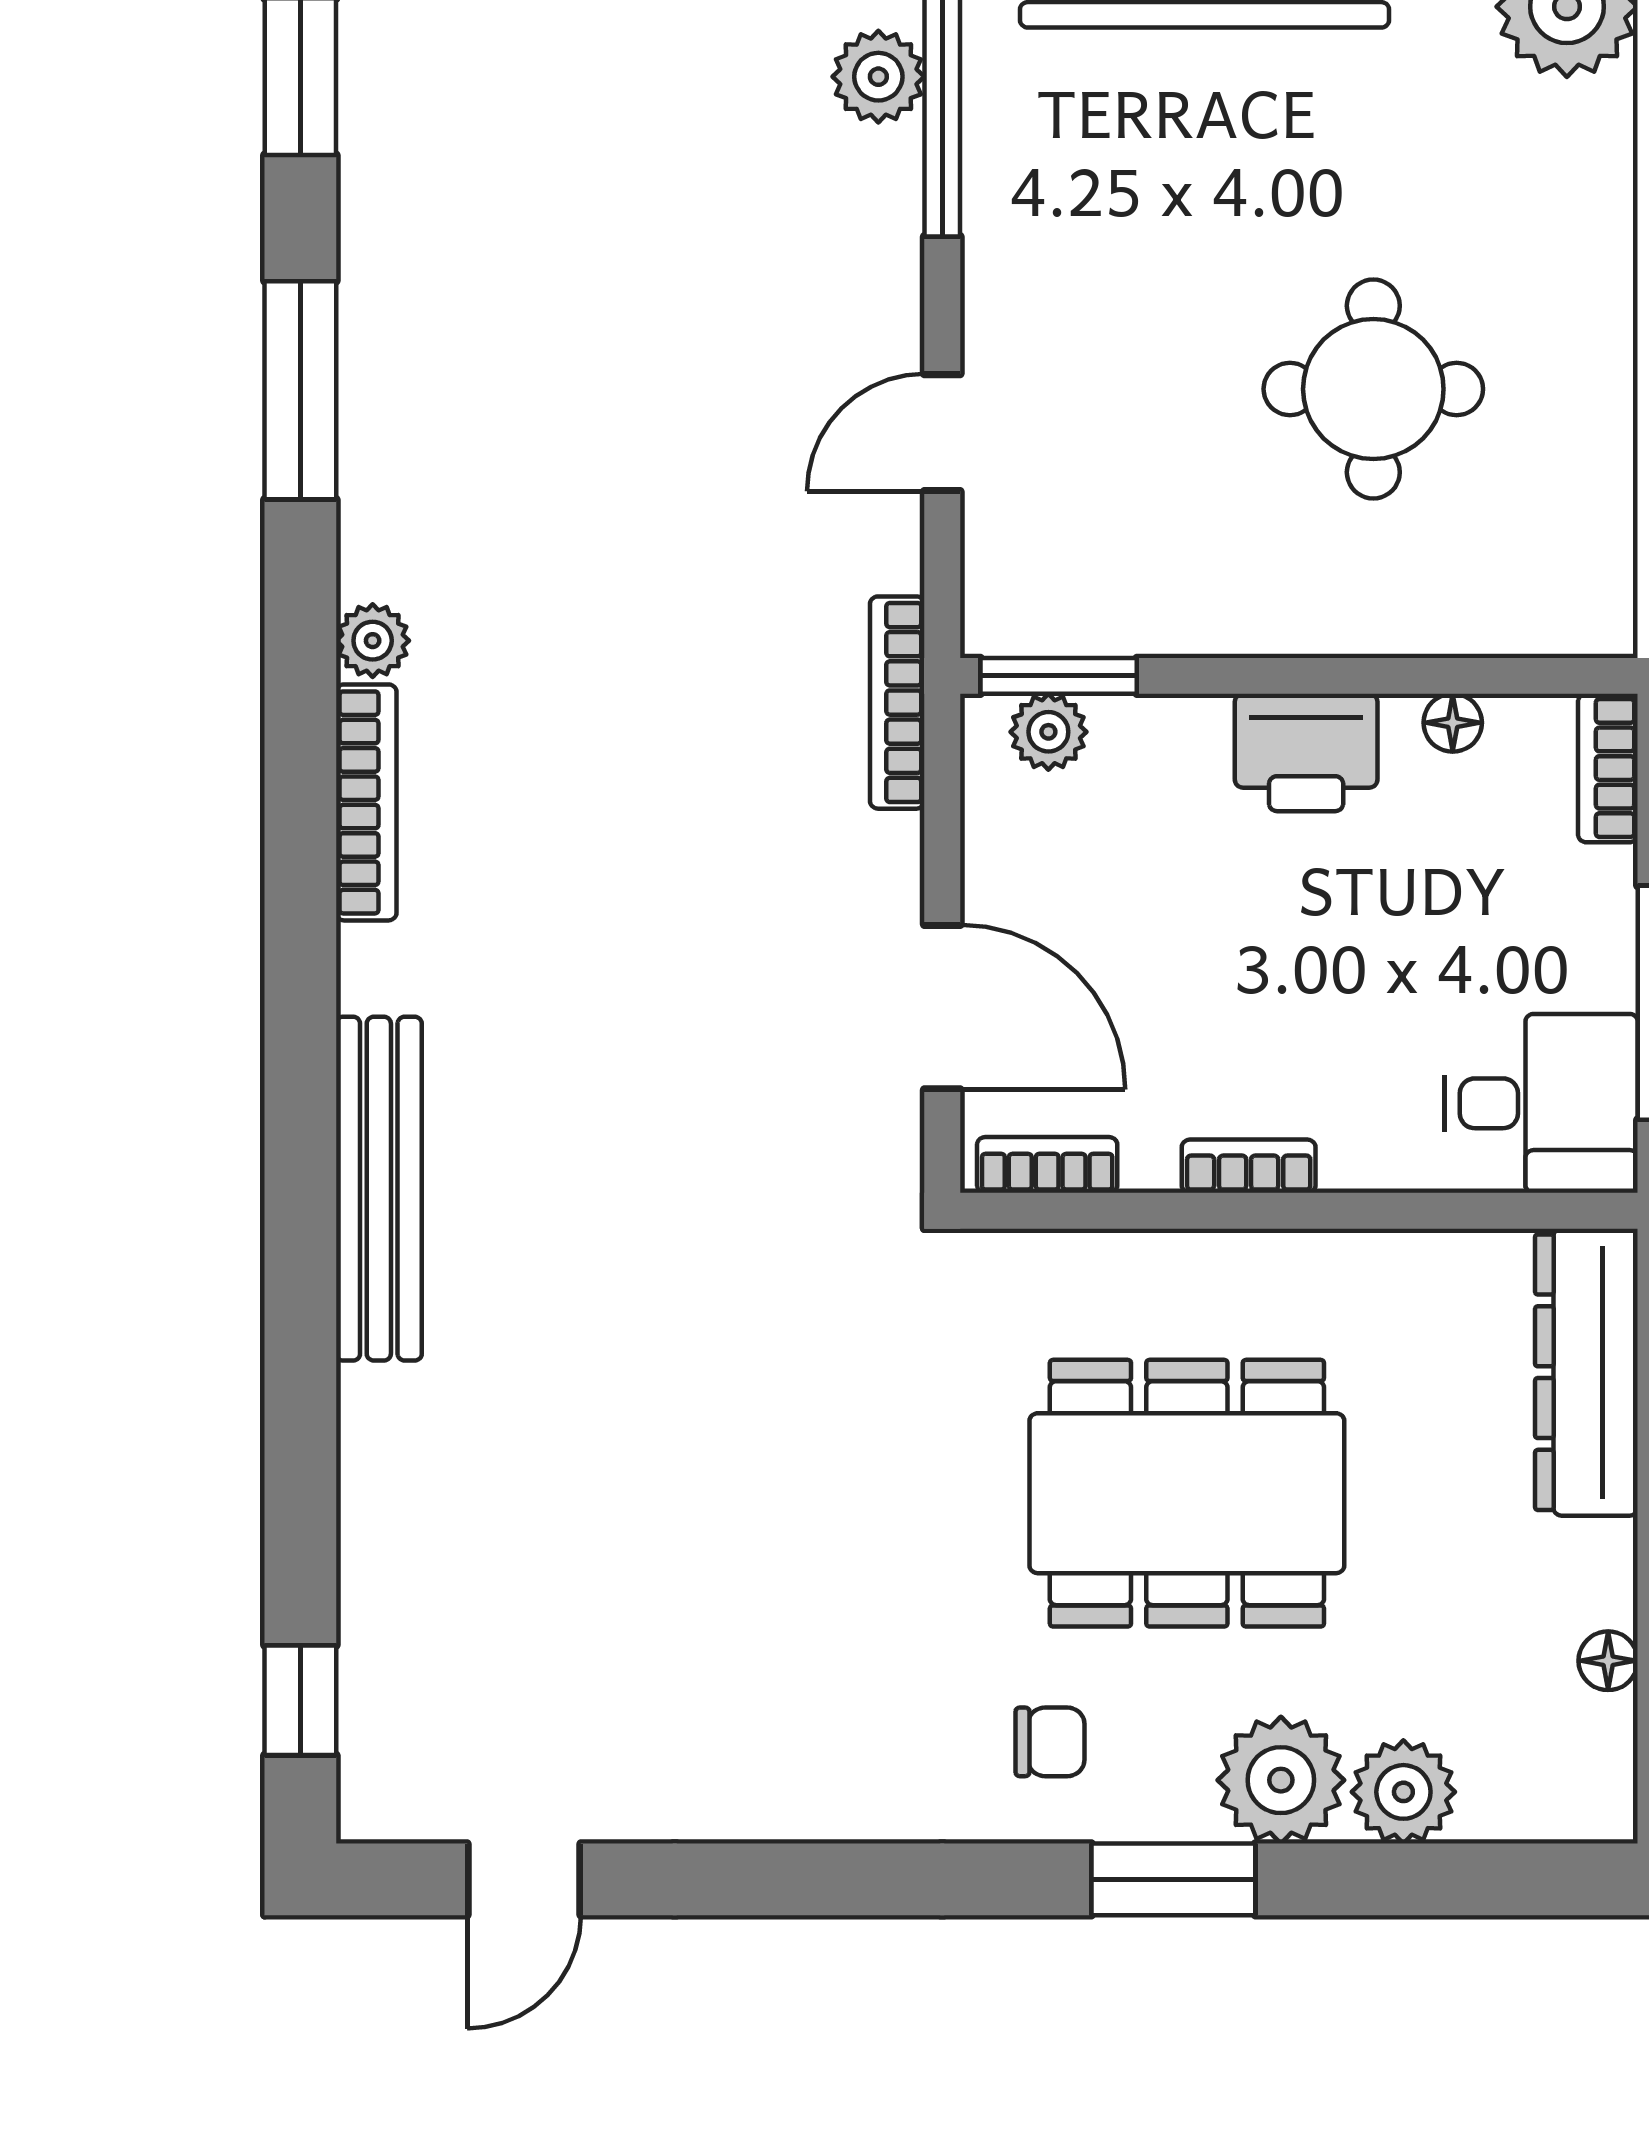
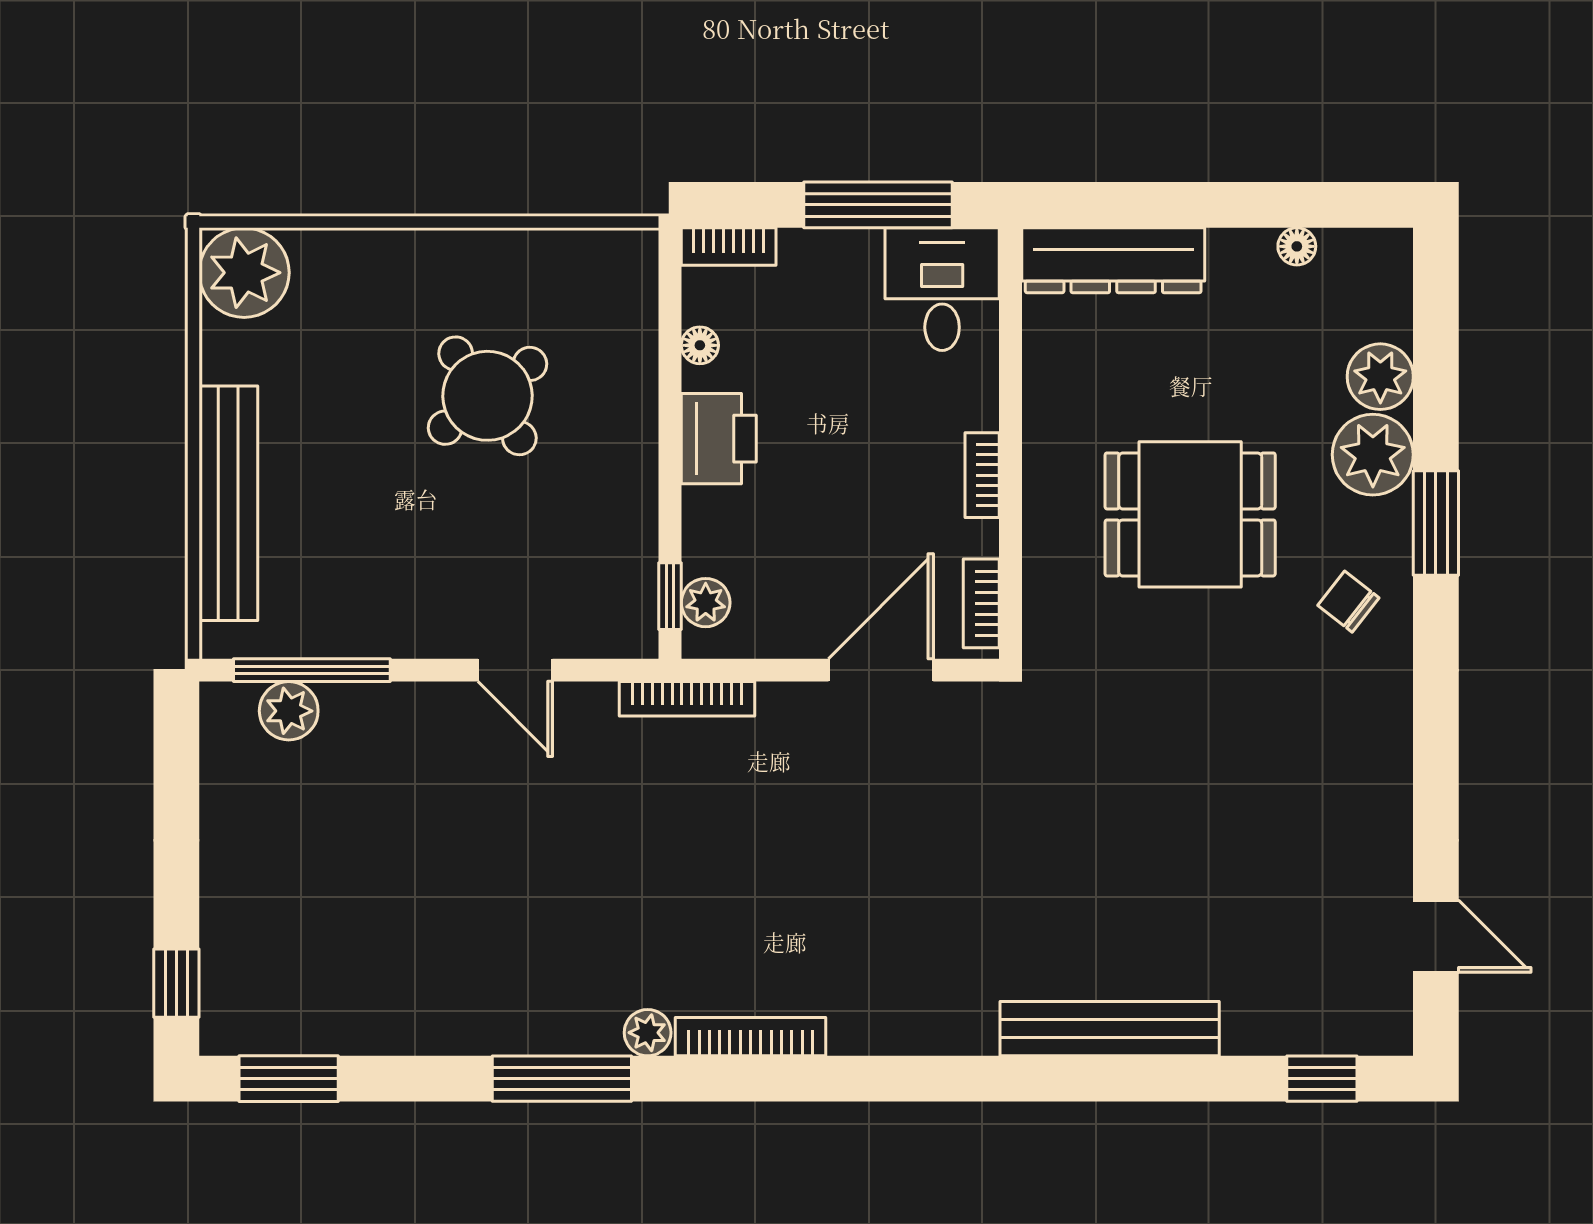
round table: (1373, 389) -> (487, 396), turned -37
window: (300, 390) -> (562, 1079), moved
window: (1059, 676) -> (670, 596), width x0.67
bench: (379, 1189) -> (1110, 1029), moved
dining table: (1187, 1493) -> (1190, 514), width x0.73
chair: (1050, 1742) -> (1348, 602), turned -52

